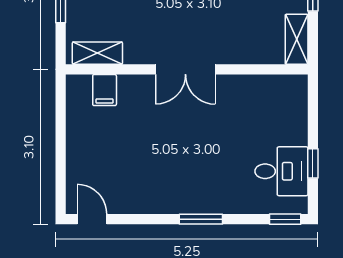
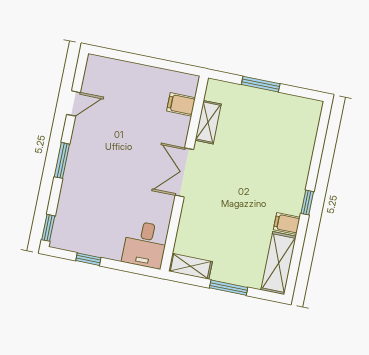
shelving: (97, 53) -> (208, 122), moved
desk: (281, 171) -> (145, 245), moved
door: (92, 219) -> (74, 103), moved

